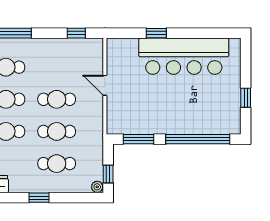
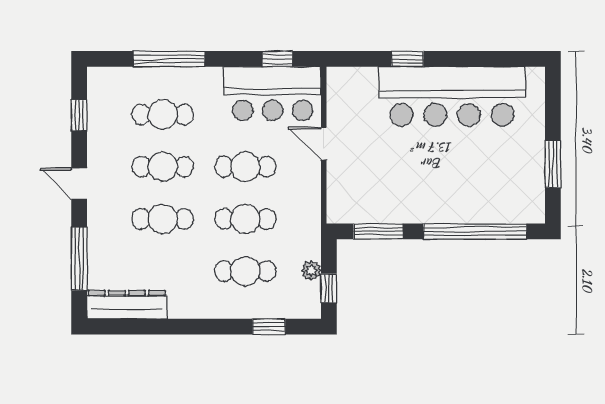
bar counter: (73, 54) -> (273, 94), added
window: (246, 98) -> (553, 164), width x1.50
plant: (97, 187) -> (311, 271), moved
window: (39, 198) -> (269, 327), moved

